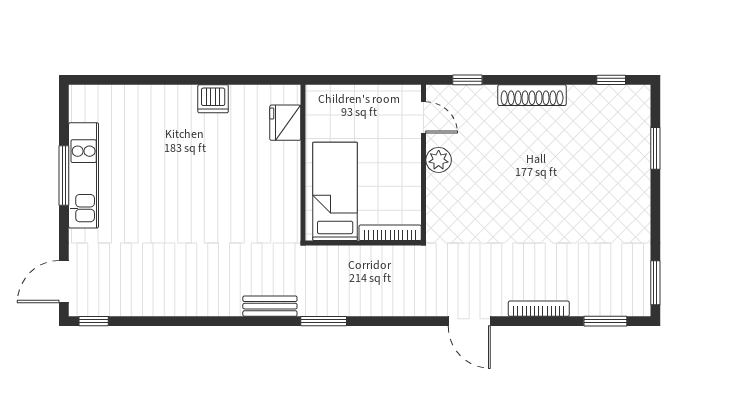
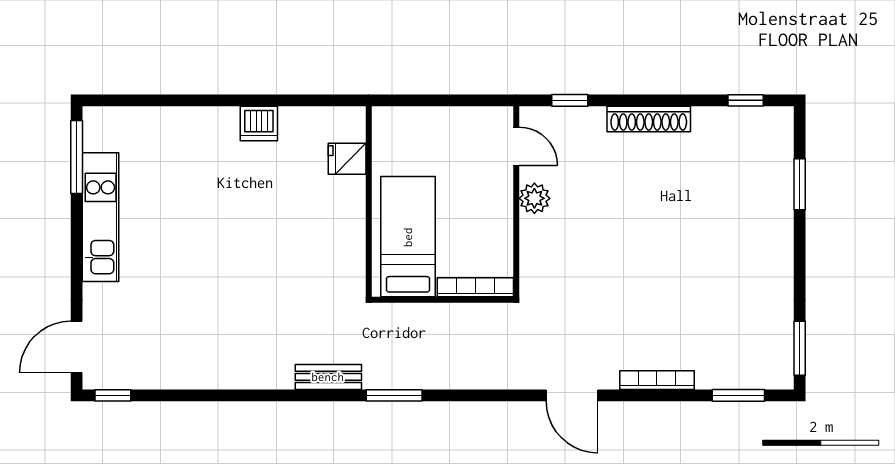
fridge: (285, 123) -> (347, 159), width x0.72
window: (64, 176) -> (77, 157), moved

